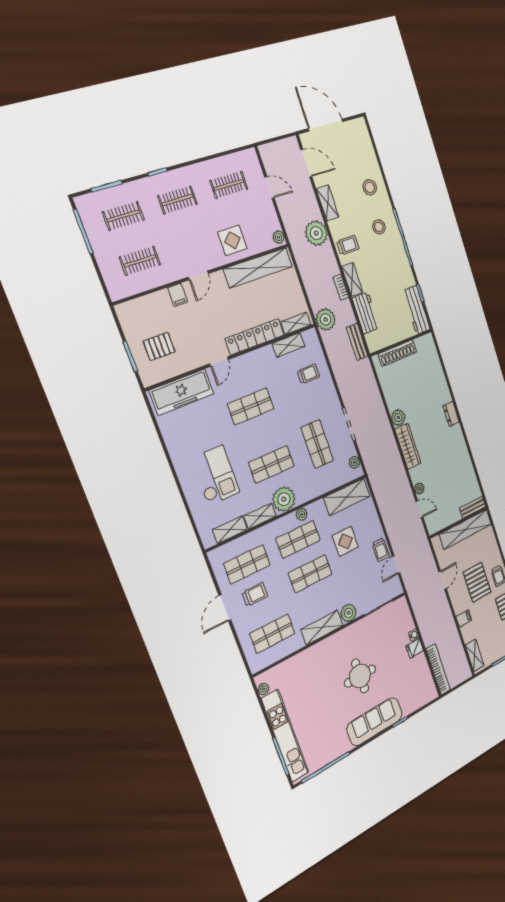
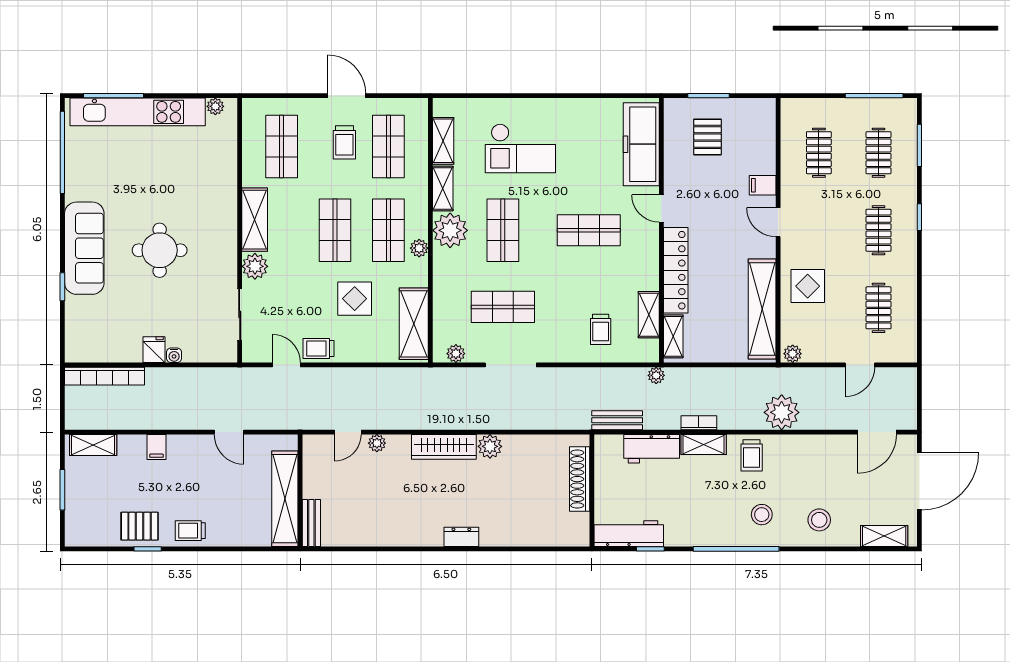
shelving: (328, 203) -> (884, 536), moved
plant: (326, 319) -> (656, 375), width x0.53, depth x0.53
shop shelf: (251, 406) -> (589, 230), turned 90
pallet: (477, 582) -> (198, 490), removed

